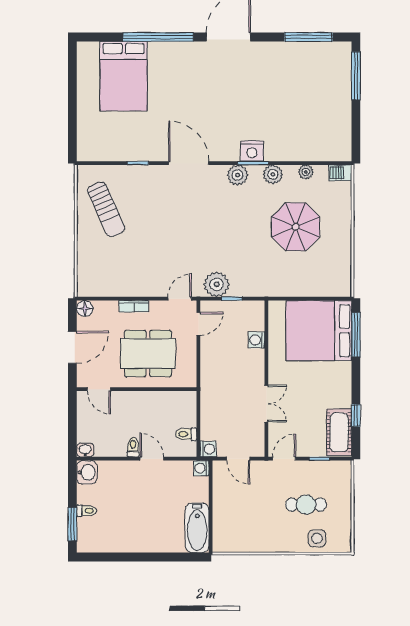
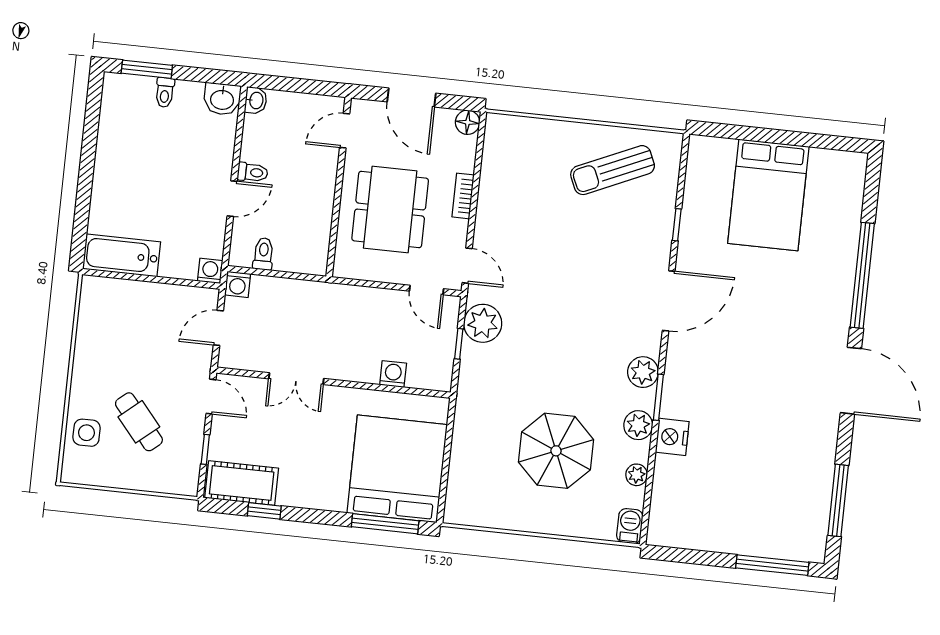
bed: (124, 76) -> (768, 195), moved, turned -90
nightstand: (252, 151) -> (672, 437), moved
cafe table: (306, 505) -> (139, 422), turned -40

